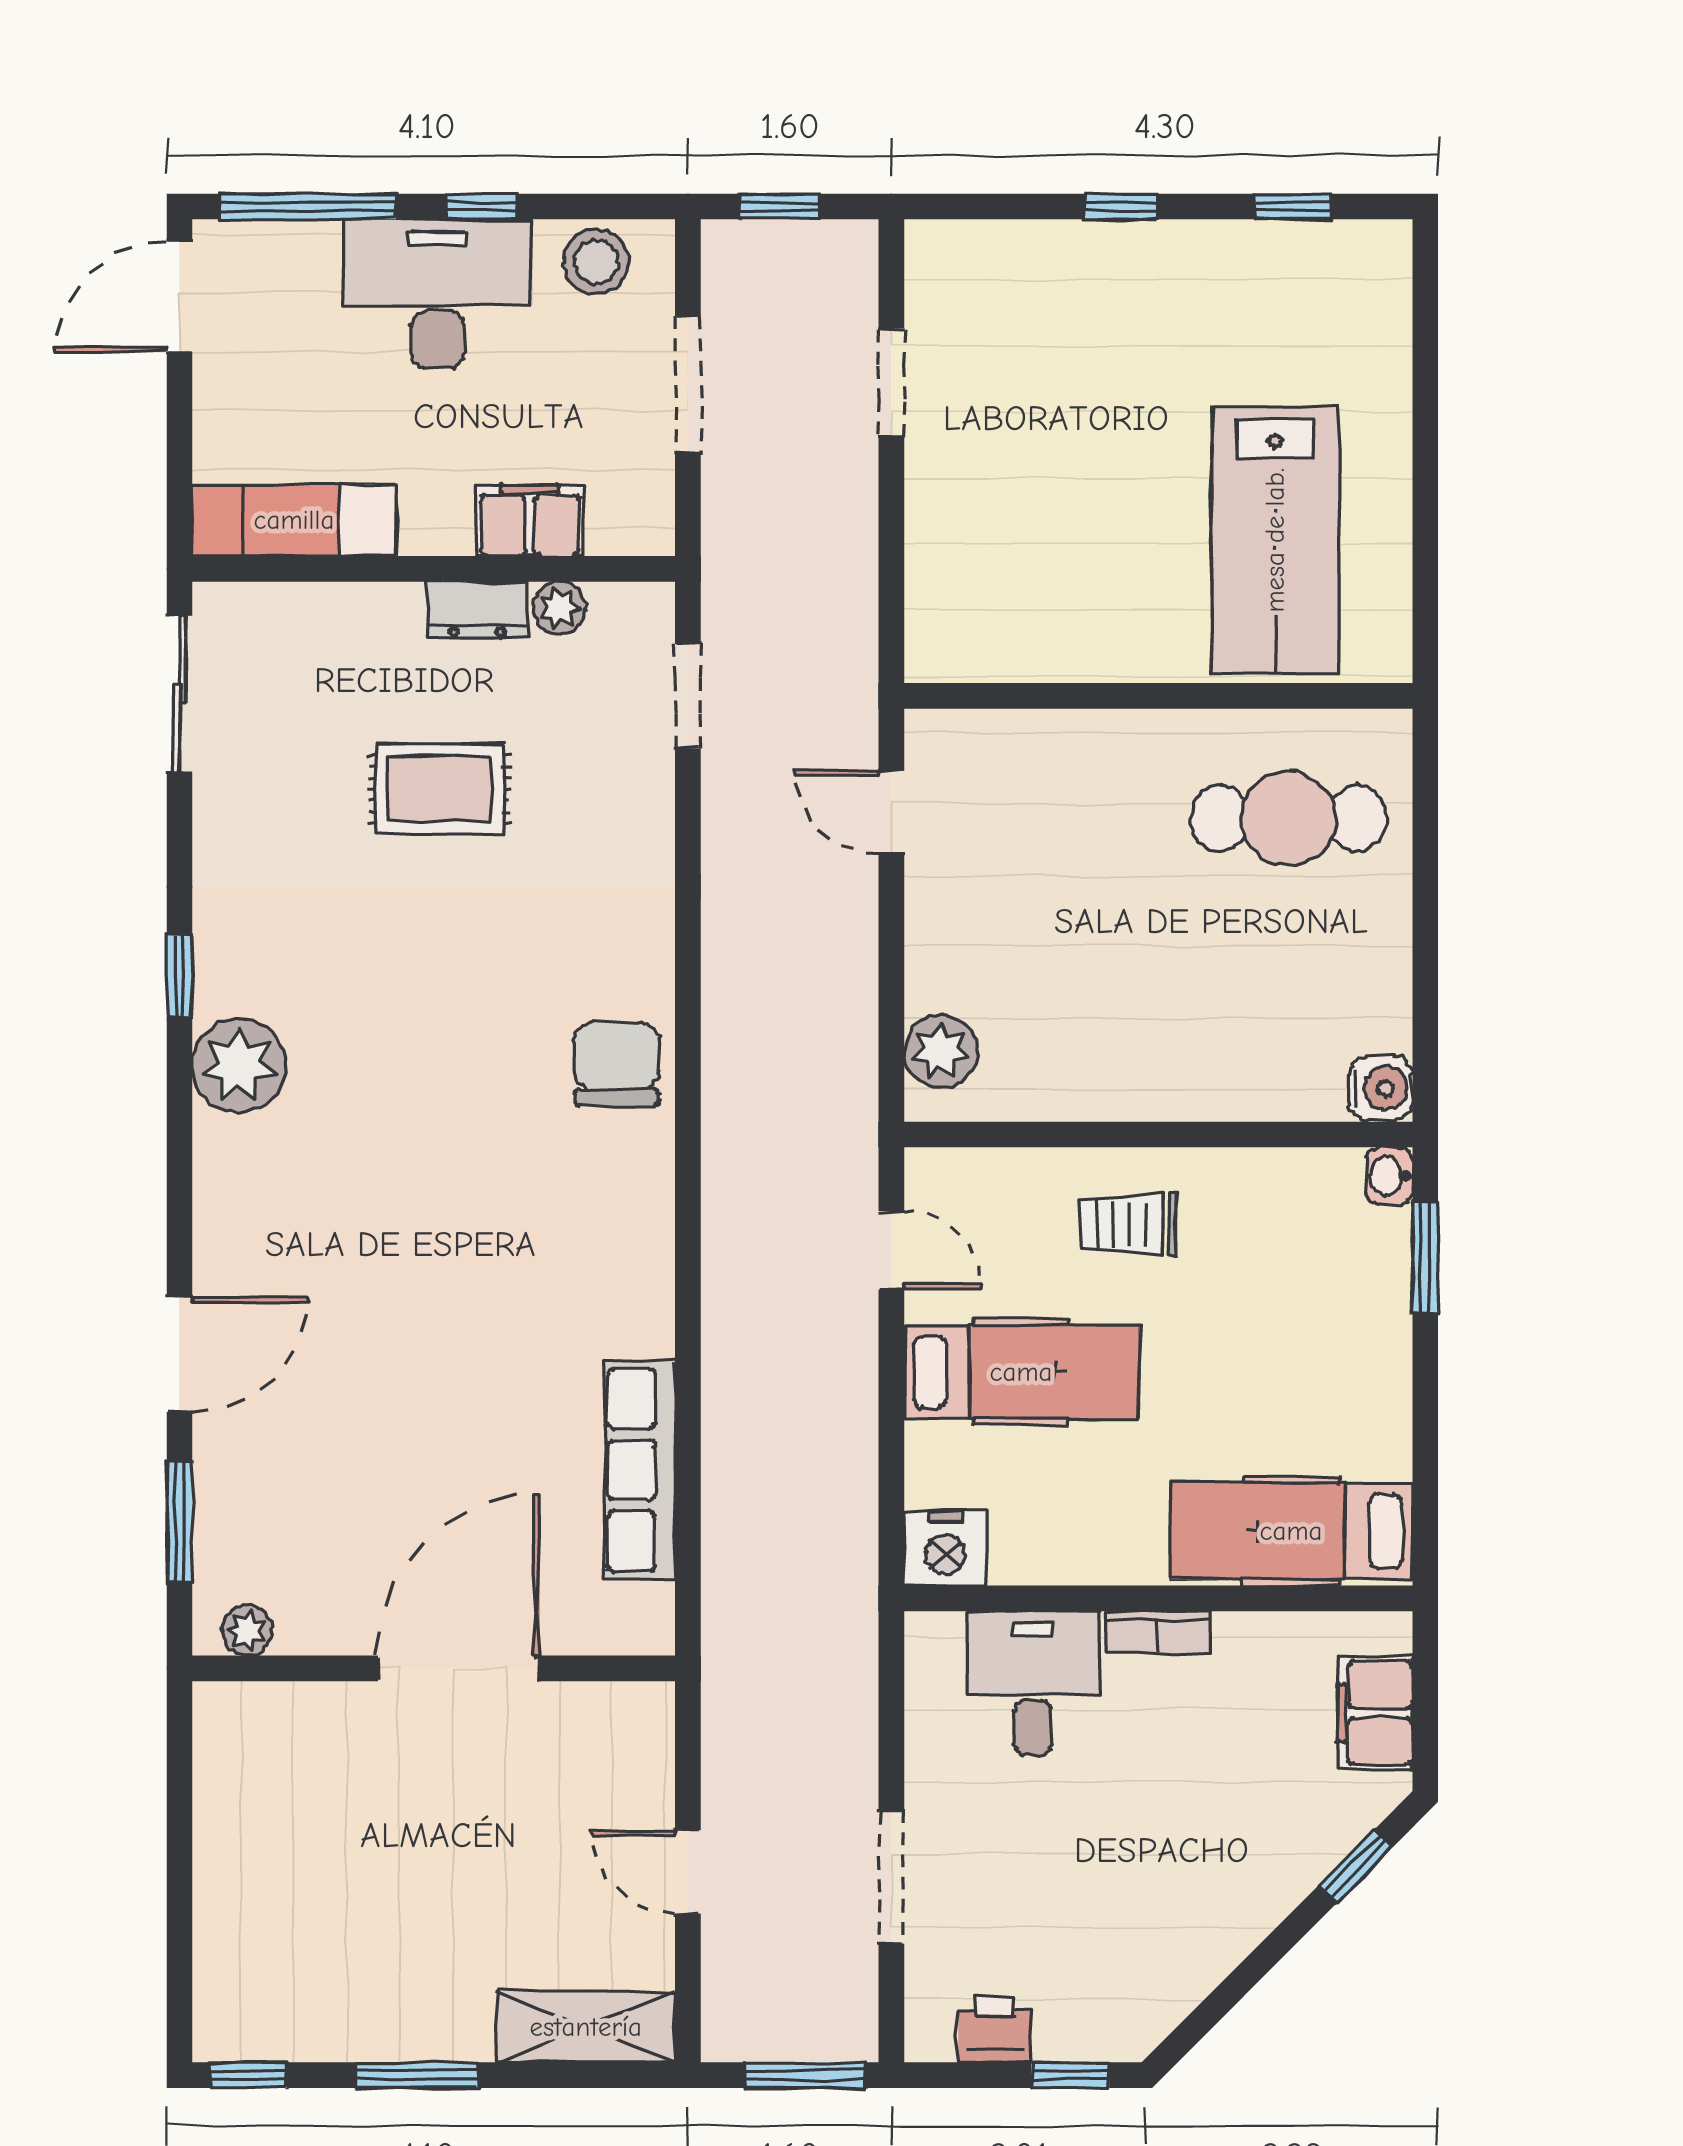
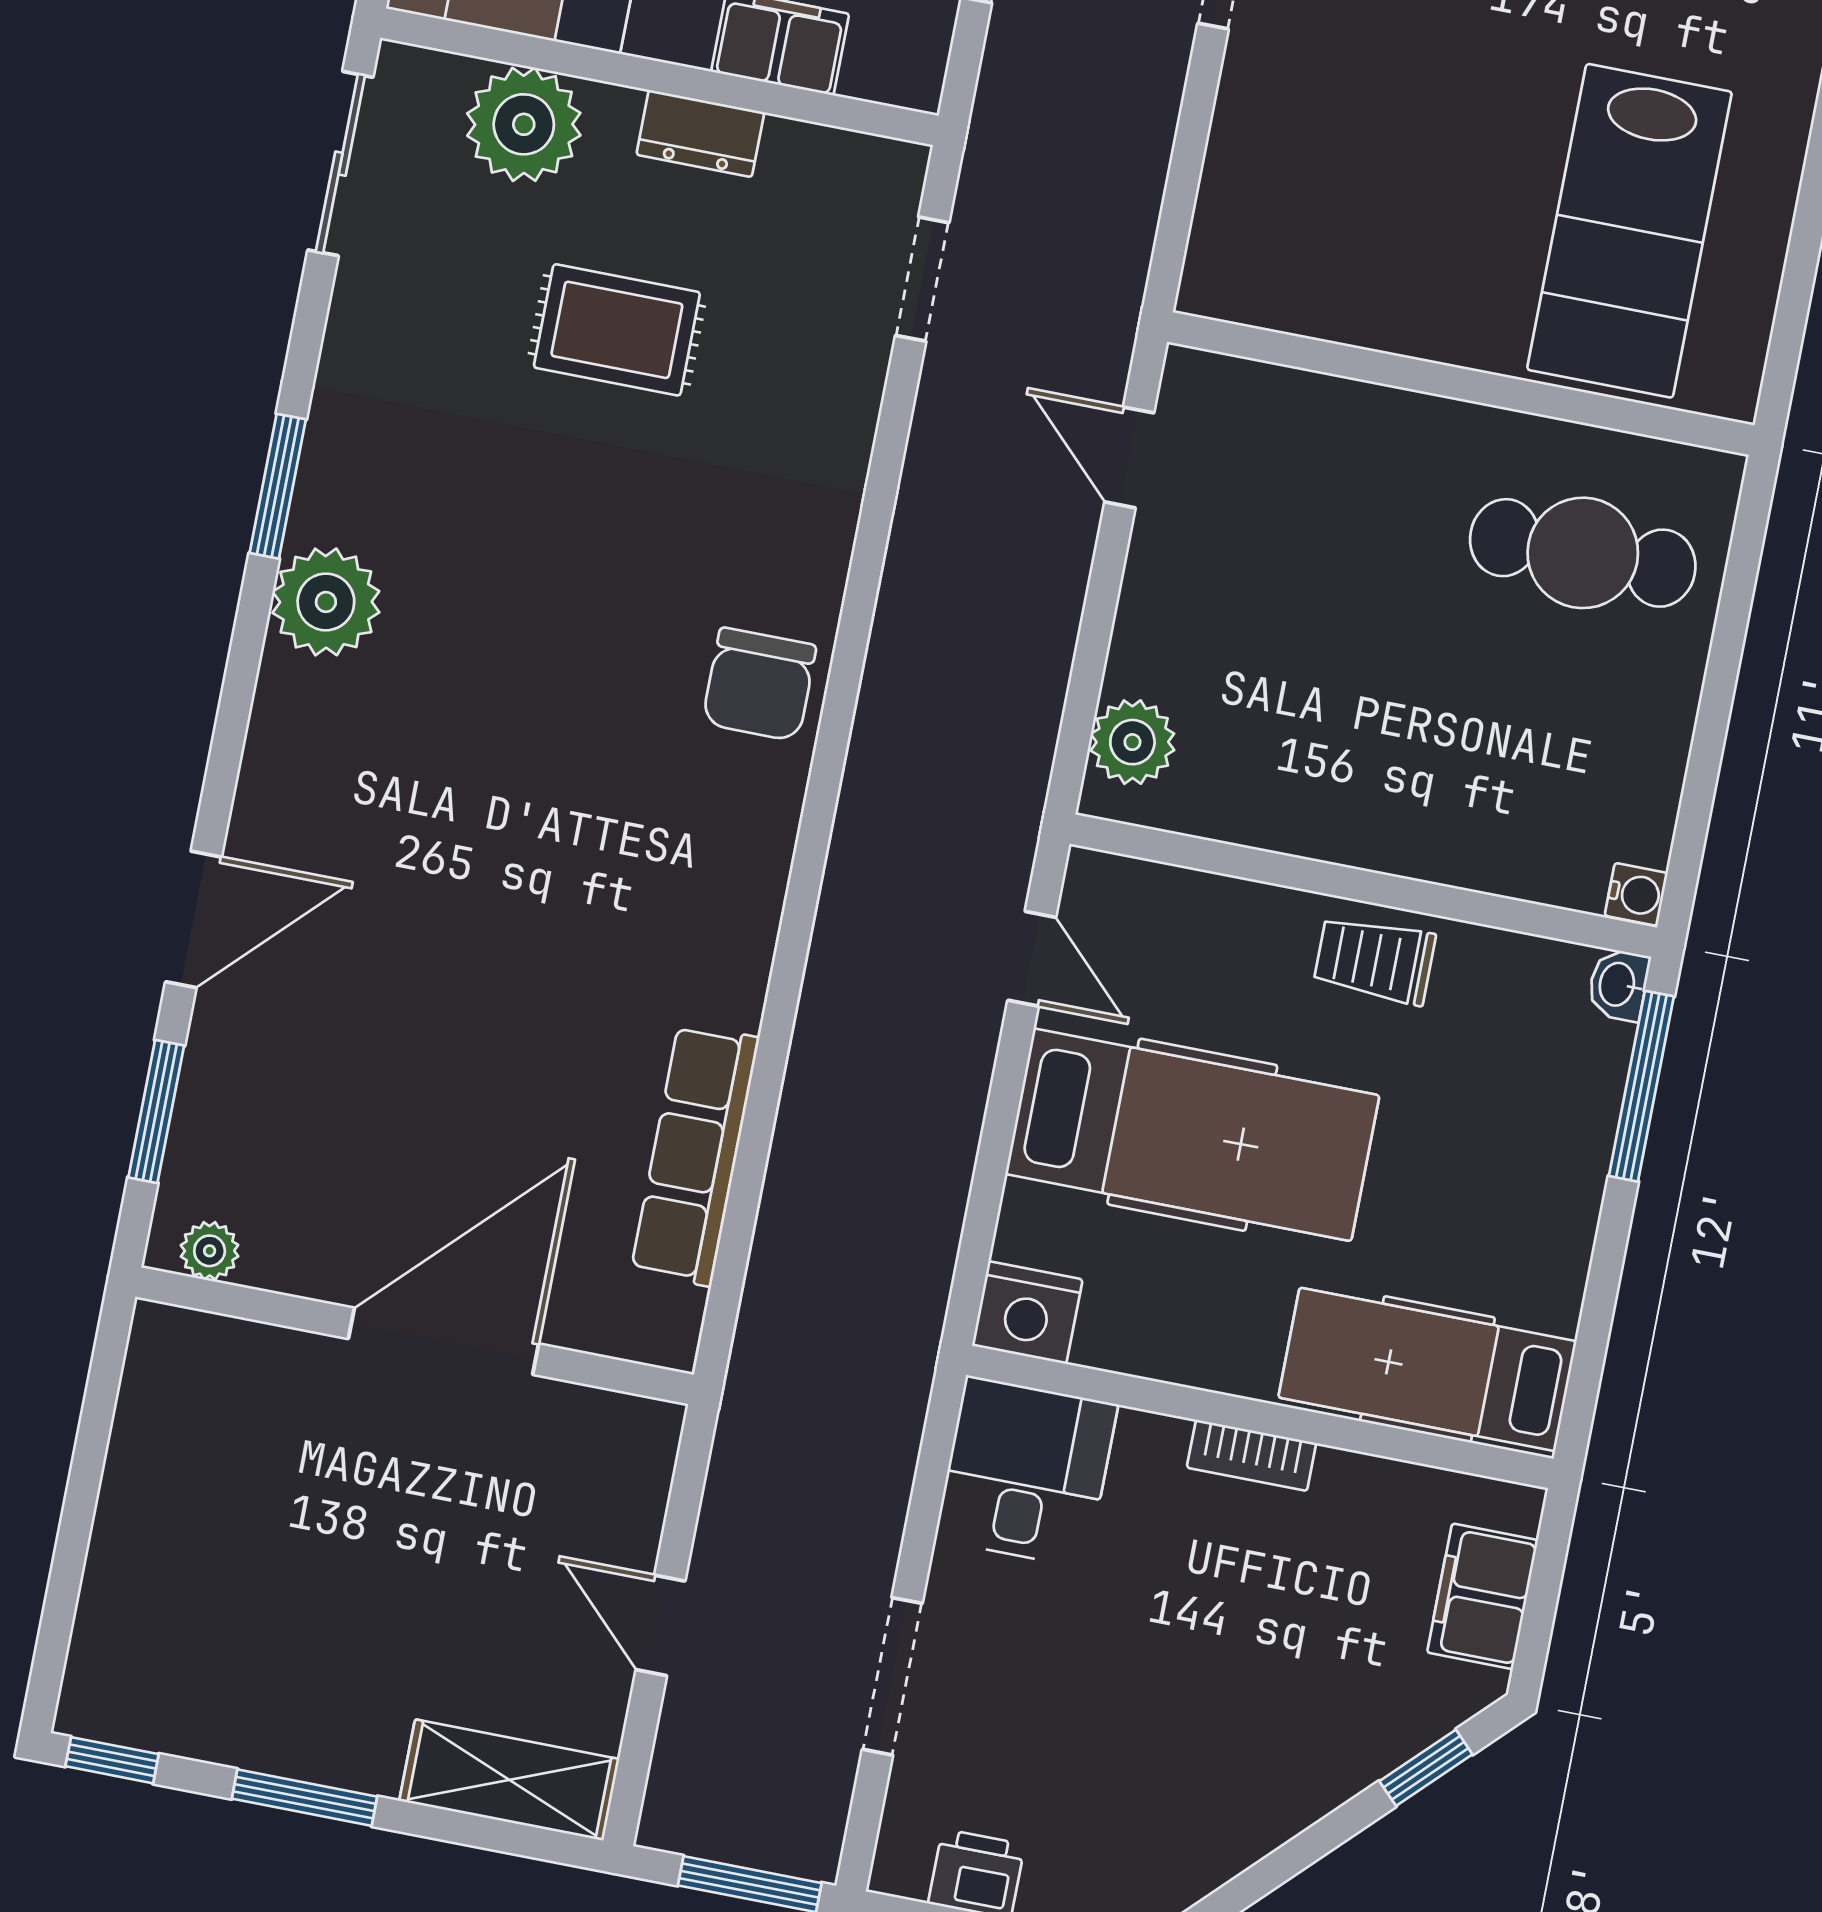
plant: (559, 608) -> (524, 124), moved, width x1.88, depth x1.88
window: (179, 976) -> (278, 486), width x1.50
chair: (617, 1064) -> (759, 684), turned 180
water cooler: (1381, 1088) -> (1636, 894), width x0.72, depth x0.72
trolley: (1128, 1225) -> (1375, 960), moved
window: (1425, 1258) -> (1641, 1086), width x1.44
hospital bed: (1021, 1372) -> (1192, 1135), width x1.37, depth x1.29
desk: (1033, 1683) -> (1026, 1472), moved

